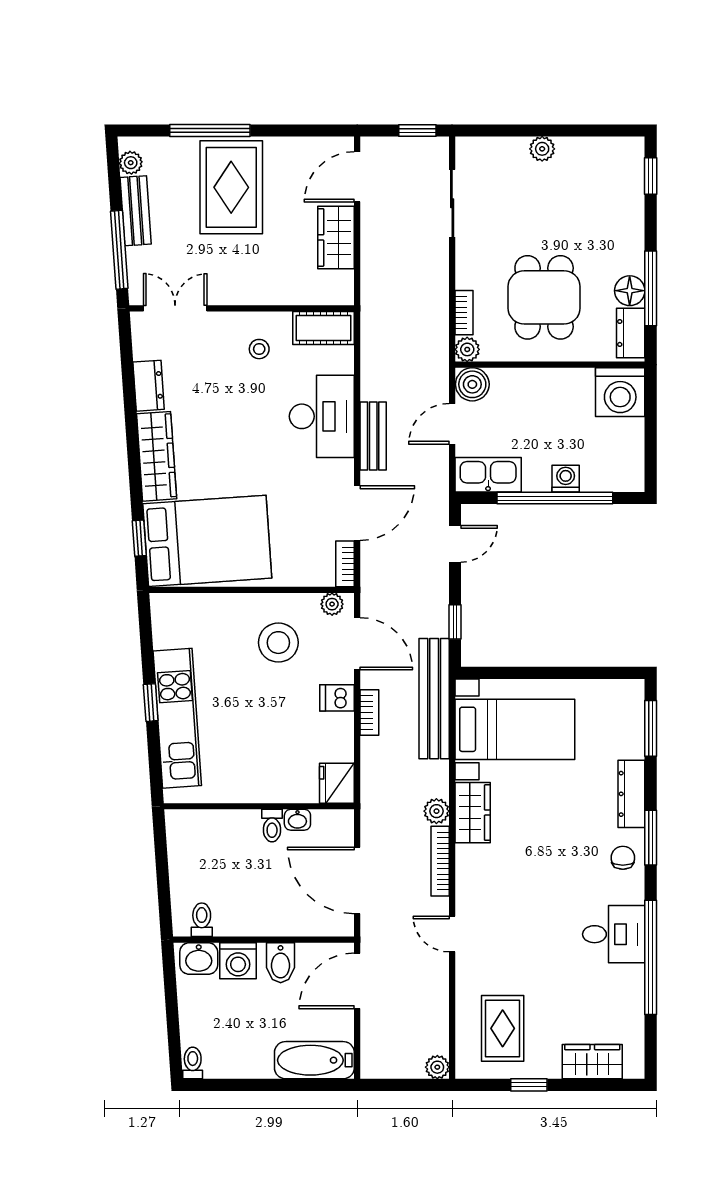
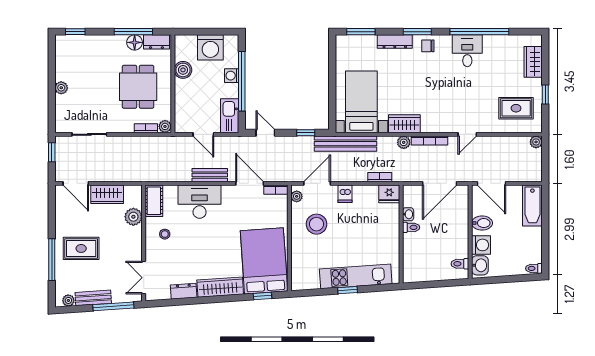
rug: (231, 187) -> (81, 248), width x0.73, depth x0.70
plant: (293, 288) -> (133, 217), added
dining table: (544, 297) -> (138, 87), turned 90
boiler: (472, 384) -> (183, 70), moved
washing machine: (620, 392) -> (210, 47), moved, turned 90
bookcase: (369, 713) -> (380, 177), moved

